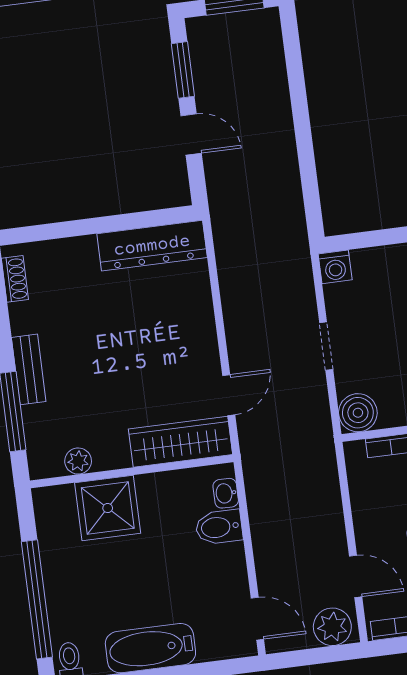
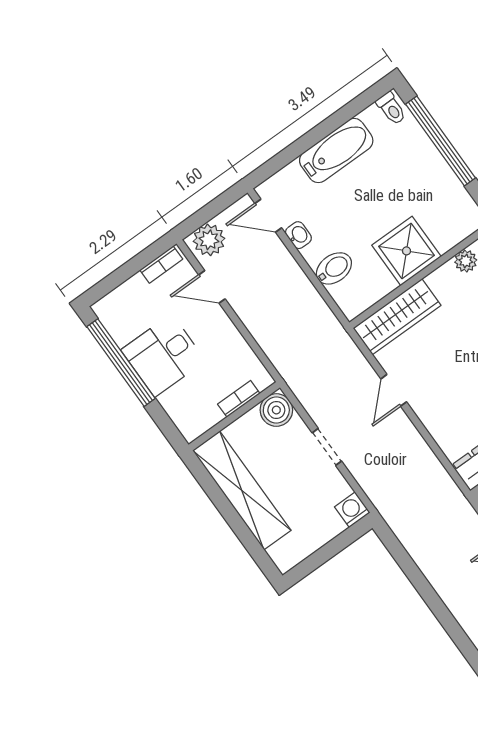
door: (229, 395) -> (394, 390), moved
washbasin: (226, 493) -> (298, 235), moved
shower: (108, 508) -> (406, 251), moved

